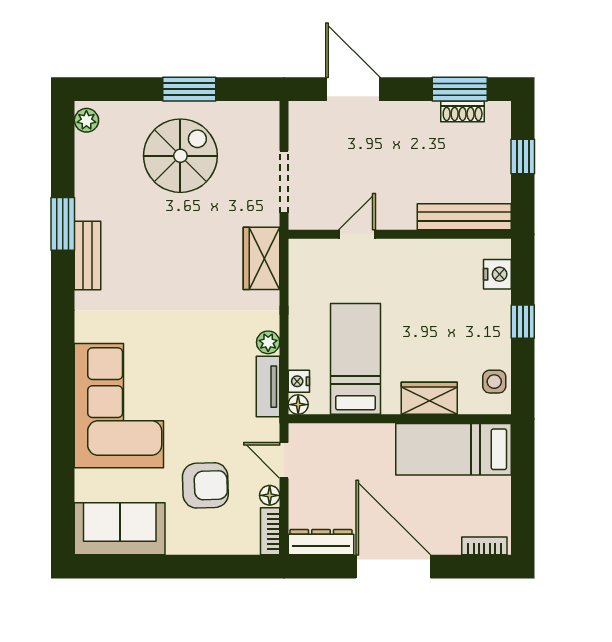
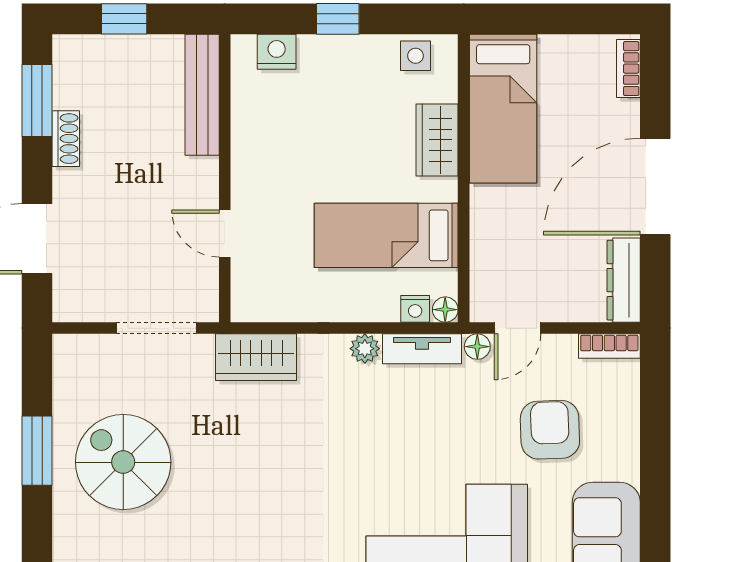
shoe rack: (463, 111) -> (66, 139), moved
floor lamp: (270, 495) -> (477, 347), moved

